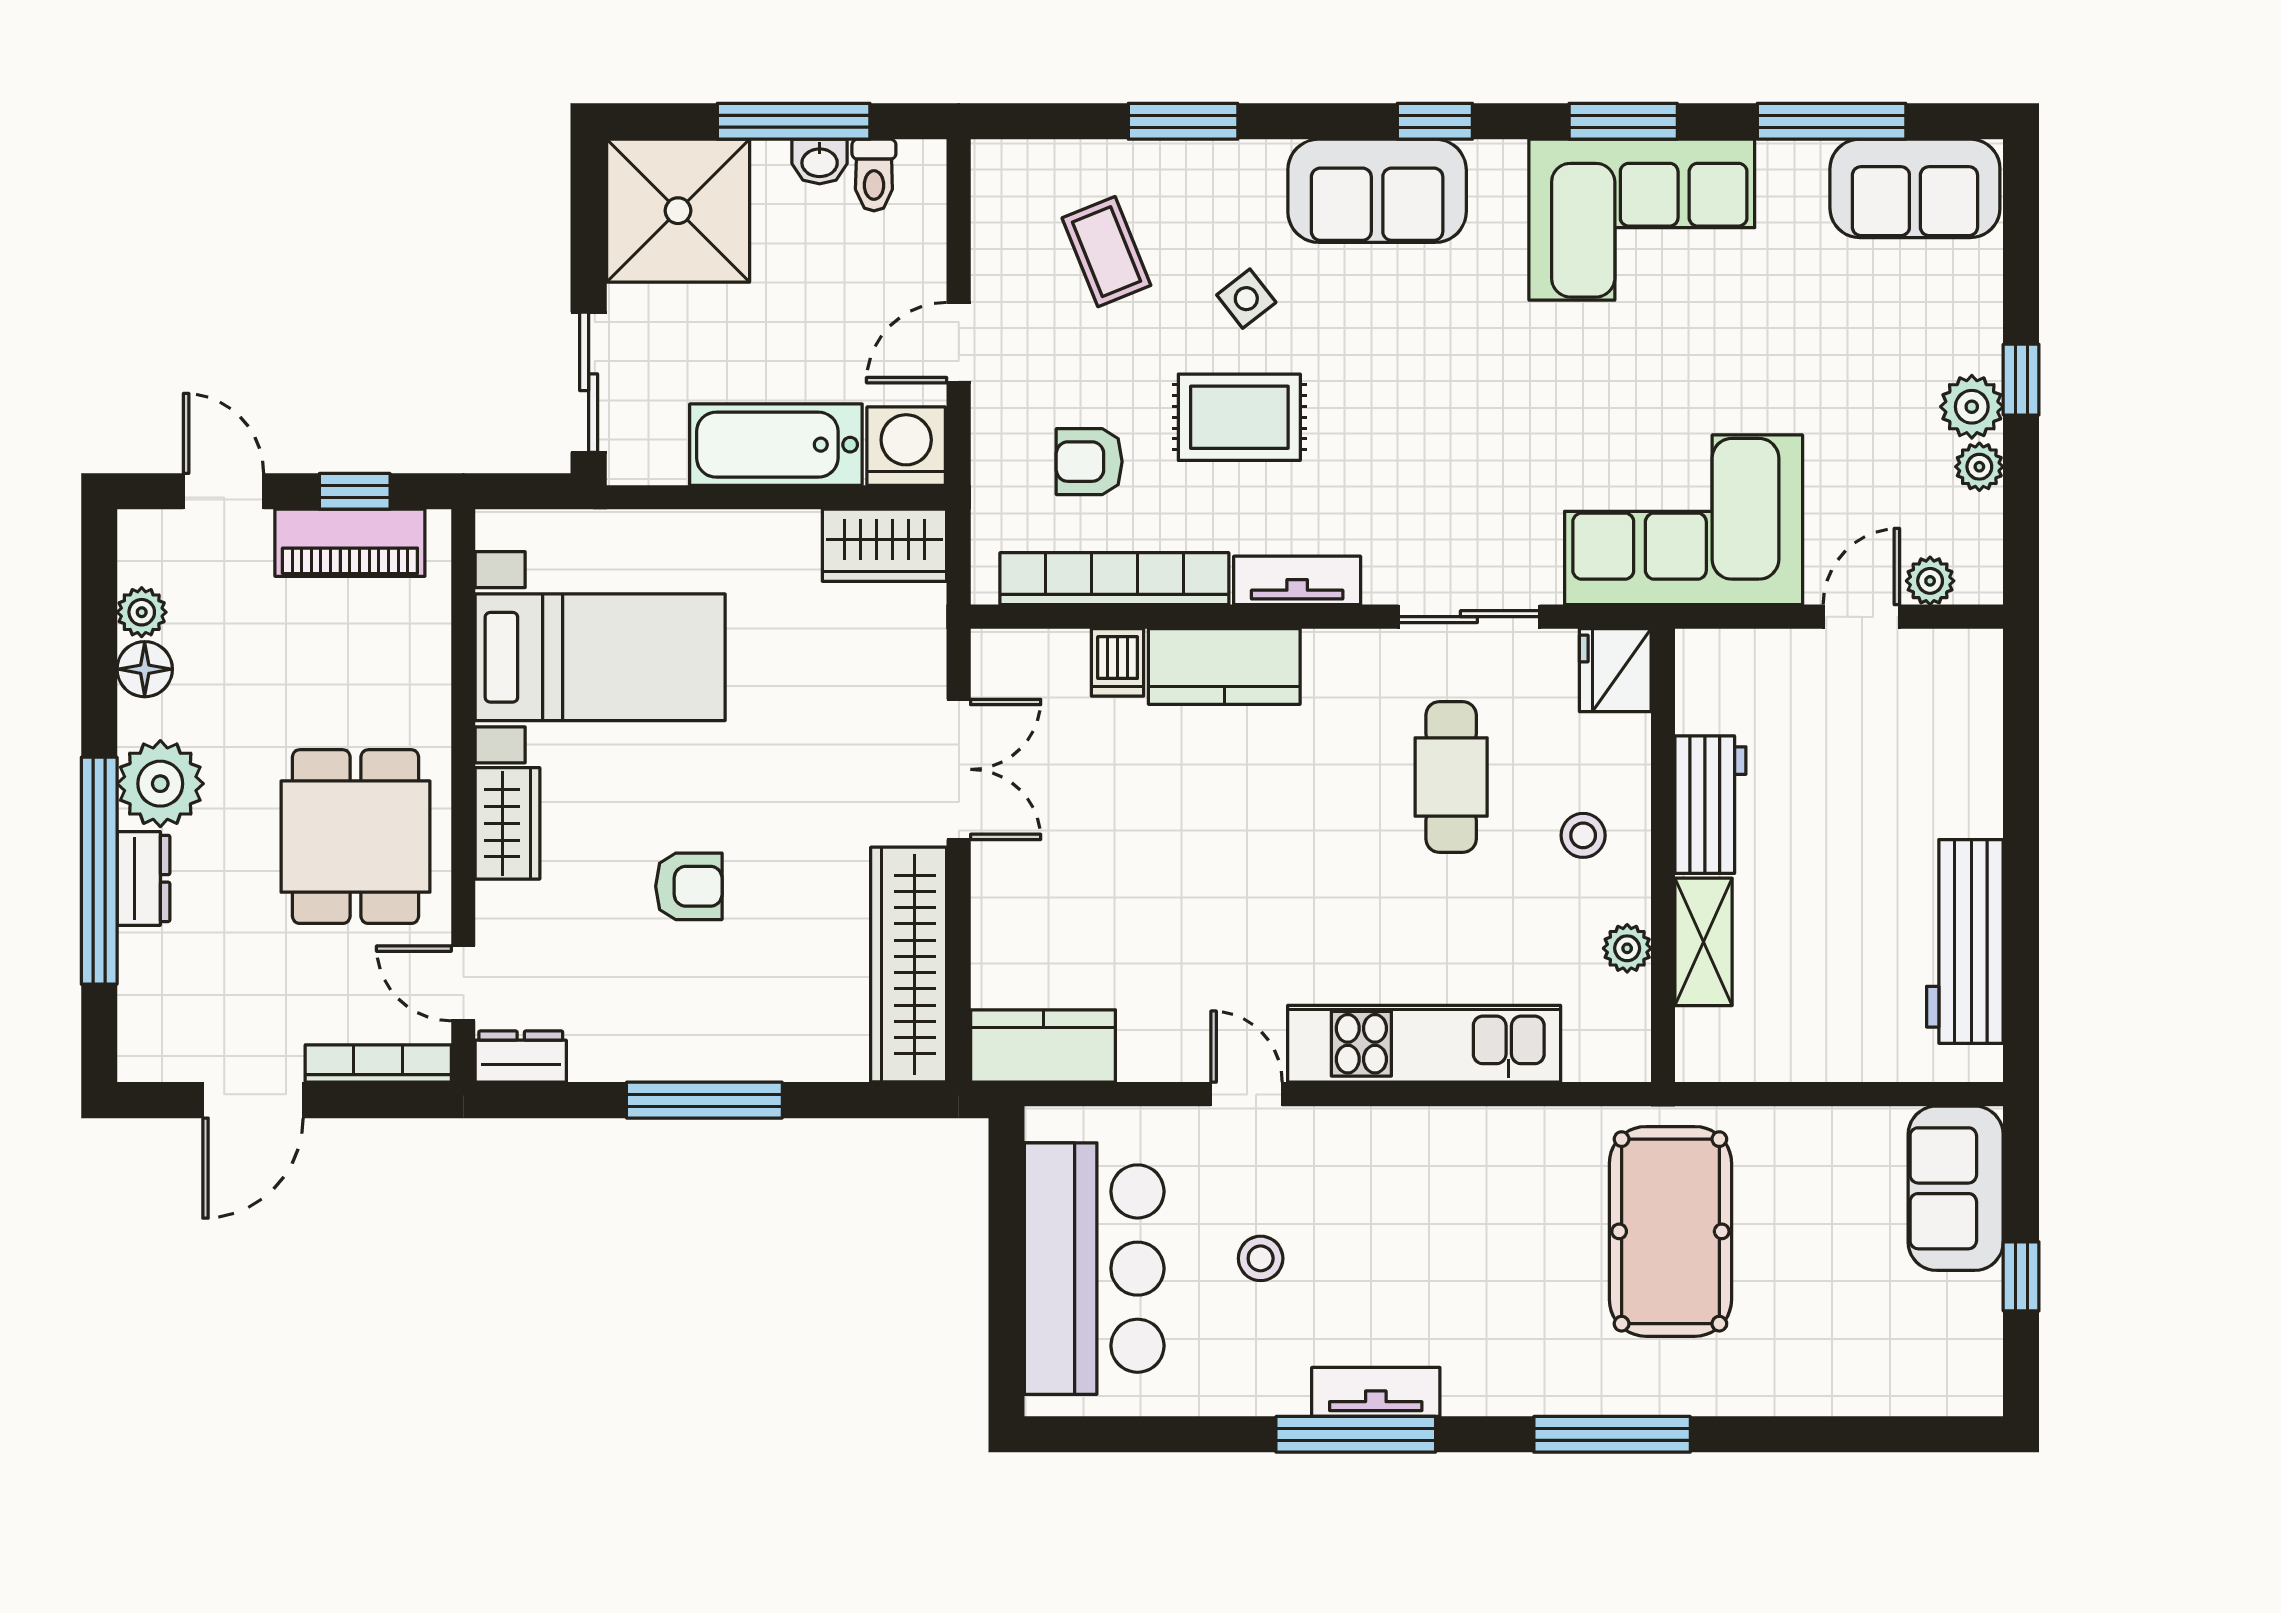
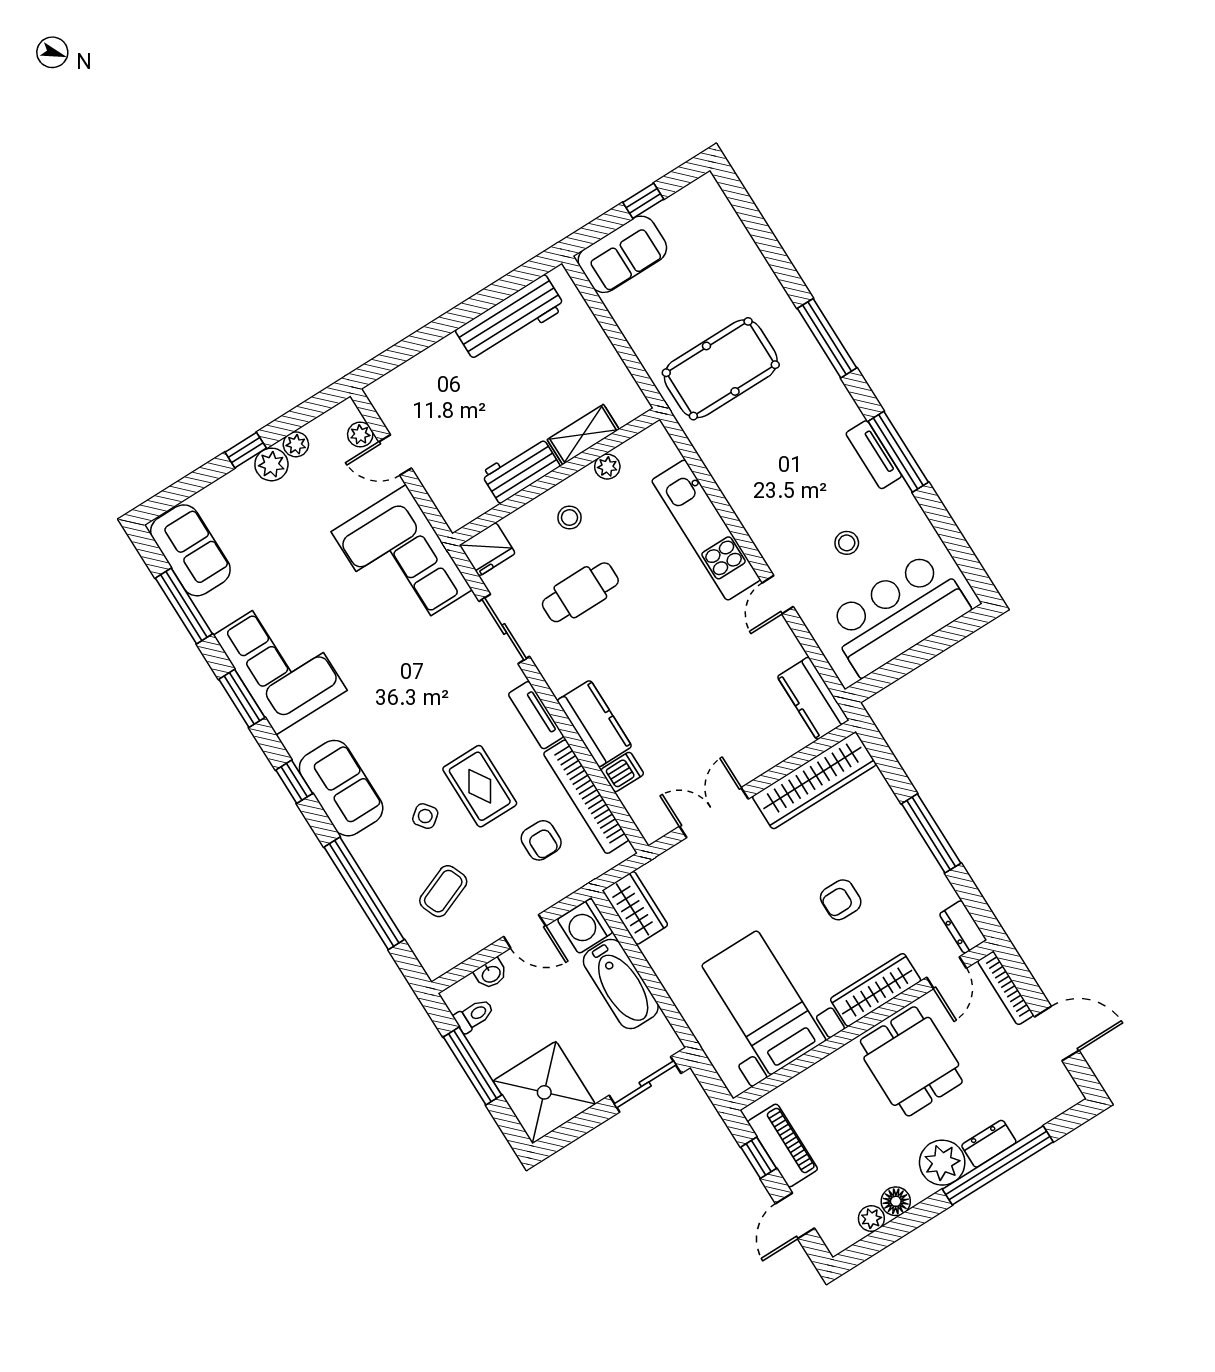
window: (1183, 121) -> (364, 893), width x2.11
washbasin: (820, 161) -> (491, 974), moved, turned 90
wardrobe: (508, 823) -> (876, 990), width x1.50
dining table: (356, 837) -> (911, 1061), turned 90
armchair: (689, 886) -> (841, 900), turned -90

